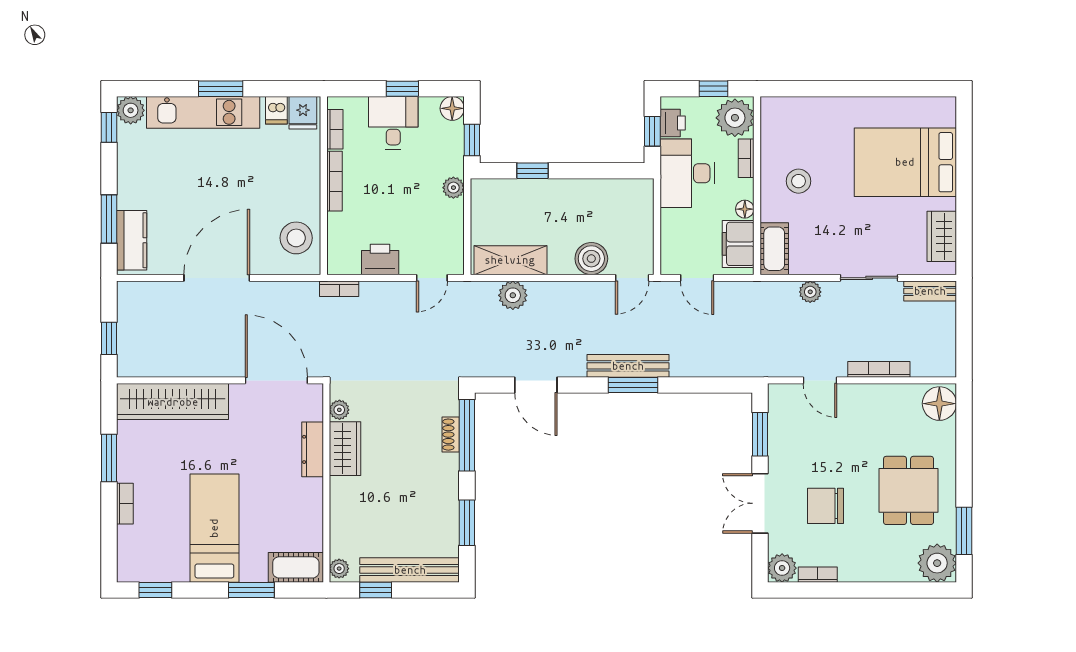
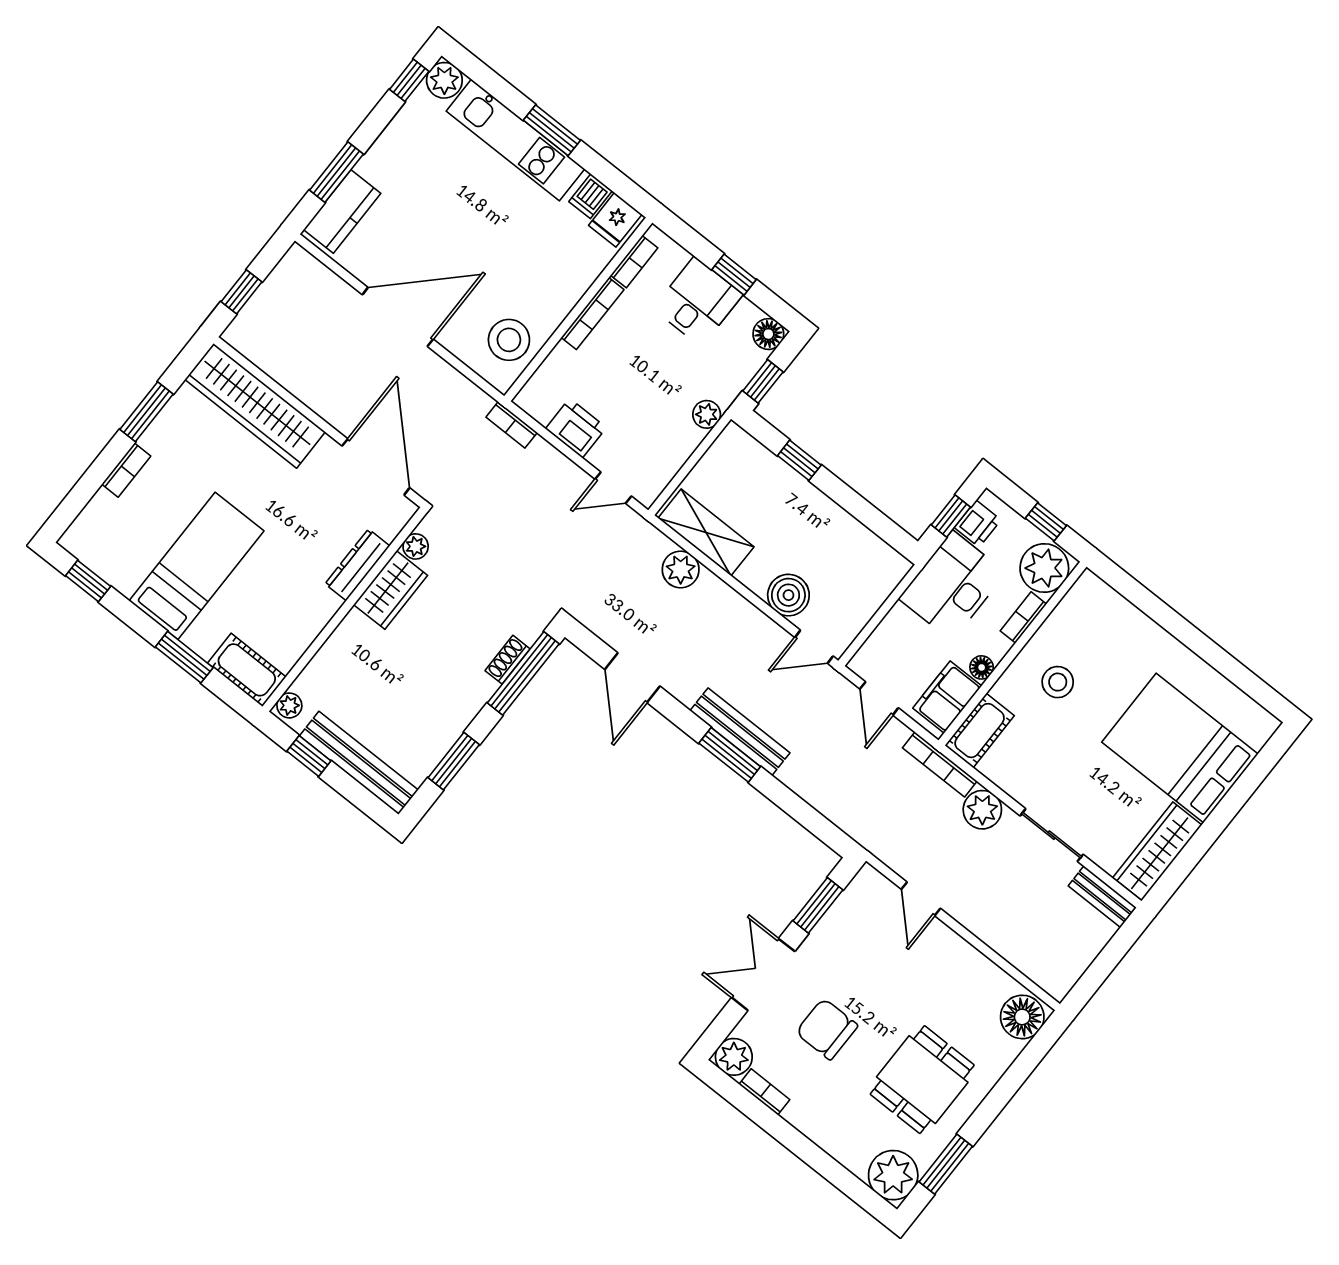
wardrobe: (942, 236) -> (1157, 851), width x1.50
plant: (810, 292) -> (982, 810), width x1.38, depth x1.38
bookcase: (879, 369) -> (940, 764), moved, turned 180

